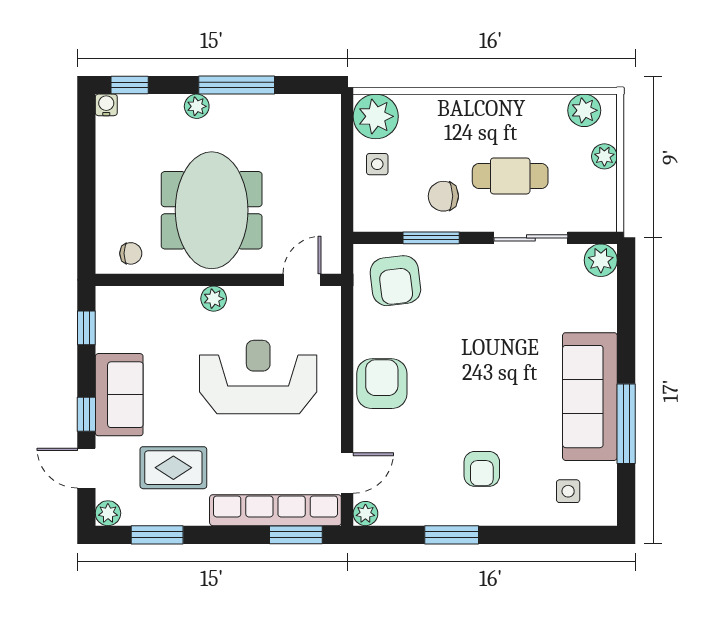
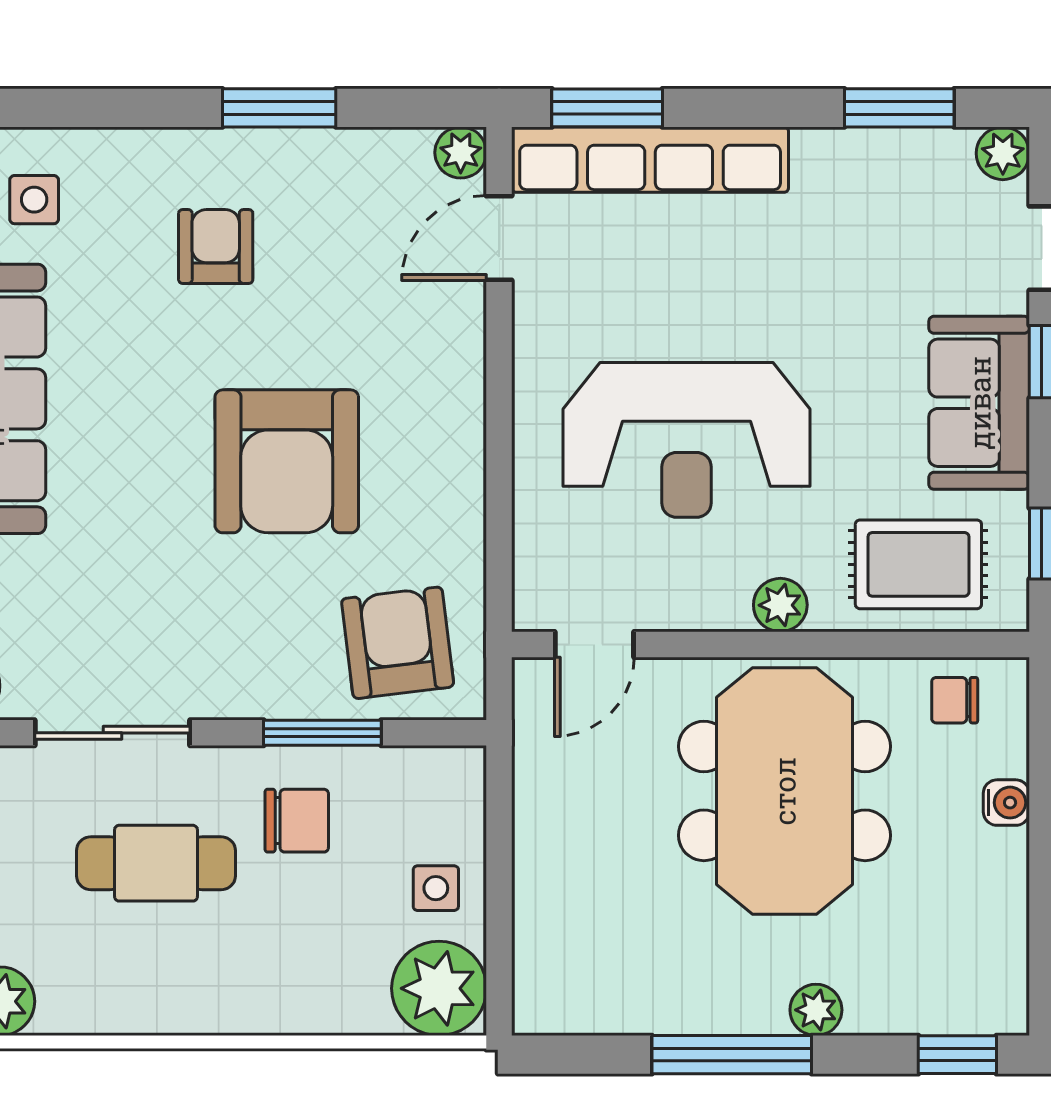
water cooler: (106, 105) -> (1006, 803), moved, turned -90
armchair: (382, 384) -> (287, 461), moved, width x1.36, depth x1.36
rug: (173, 468) -> (918, 564), moved

